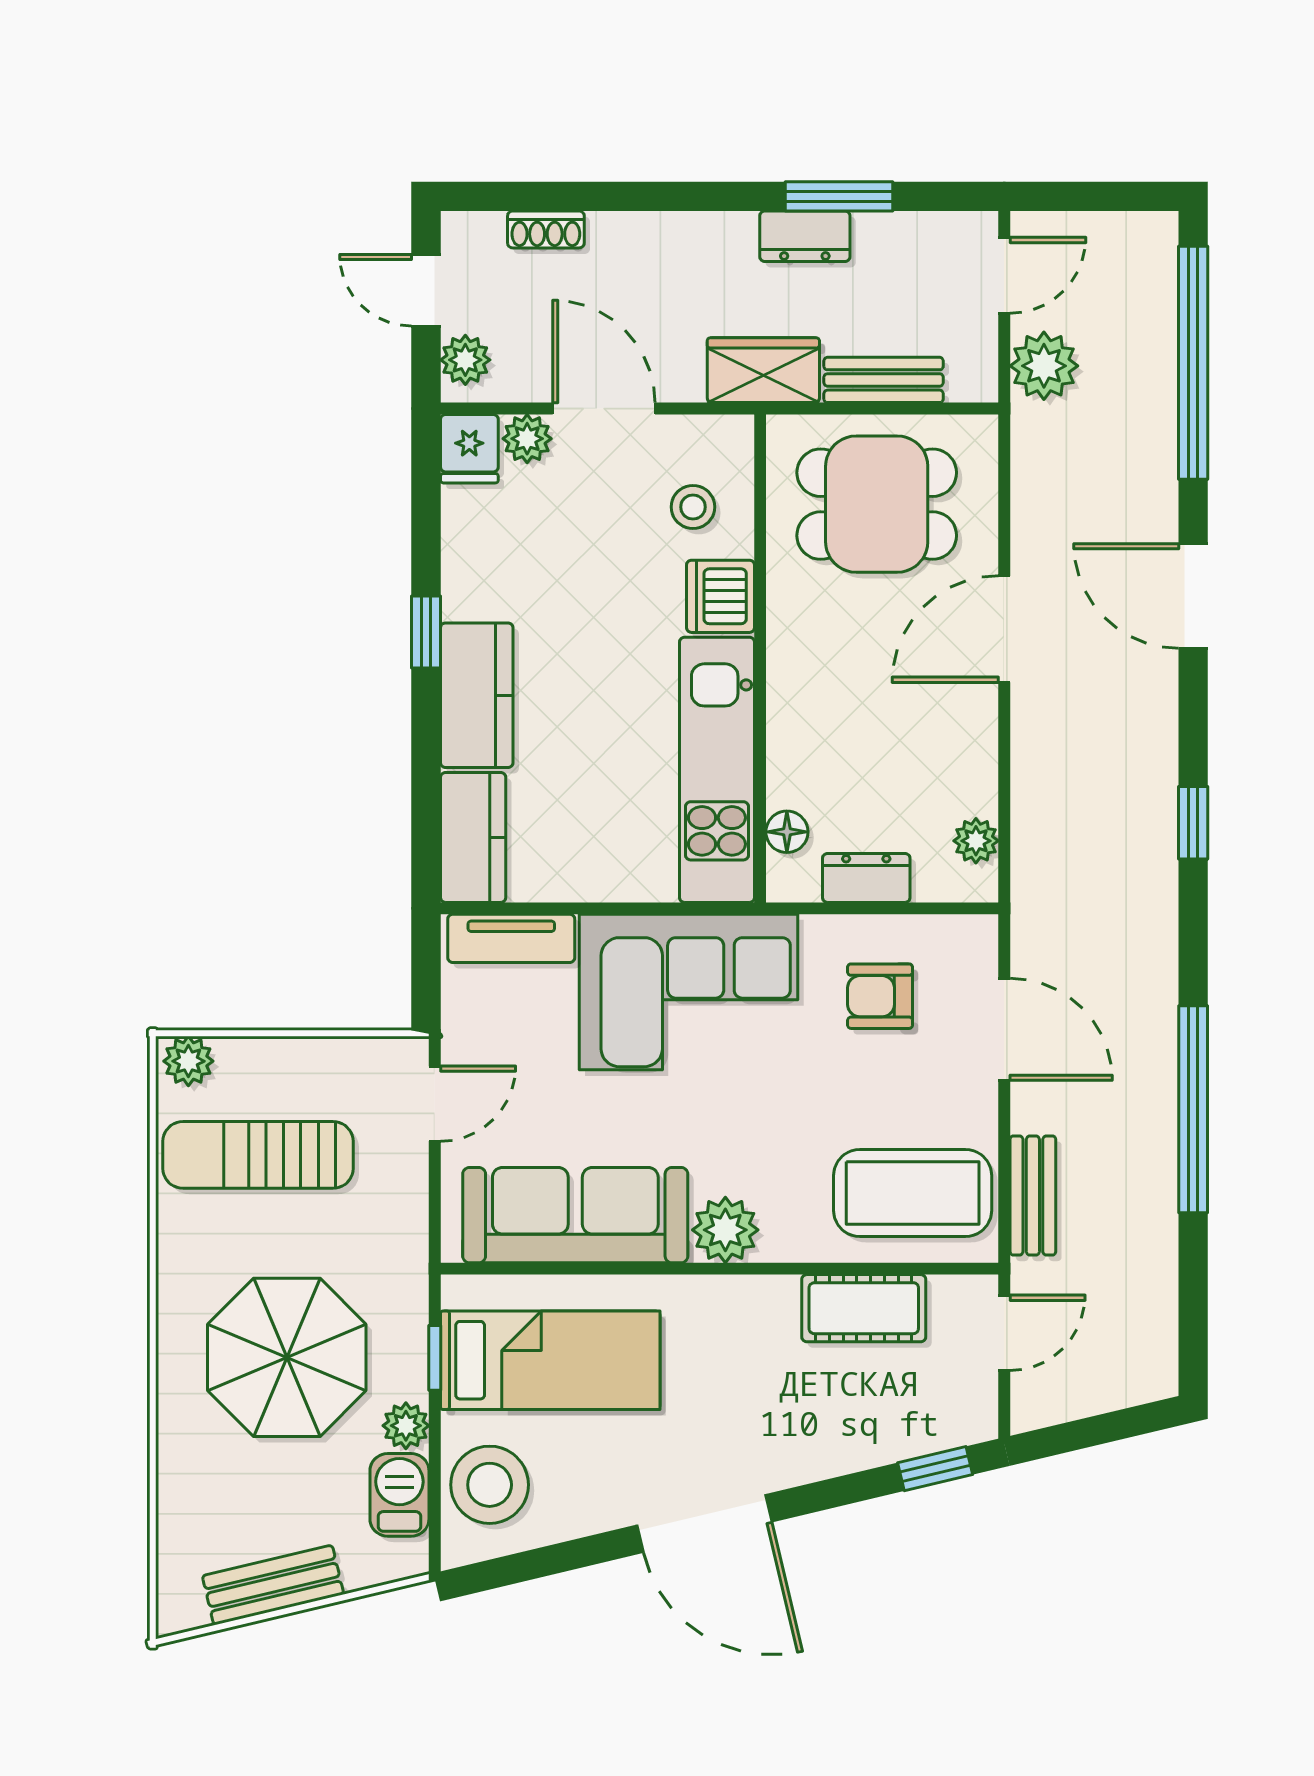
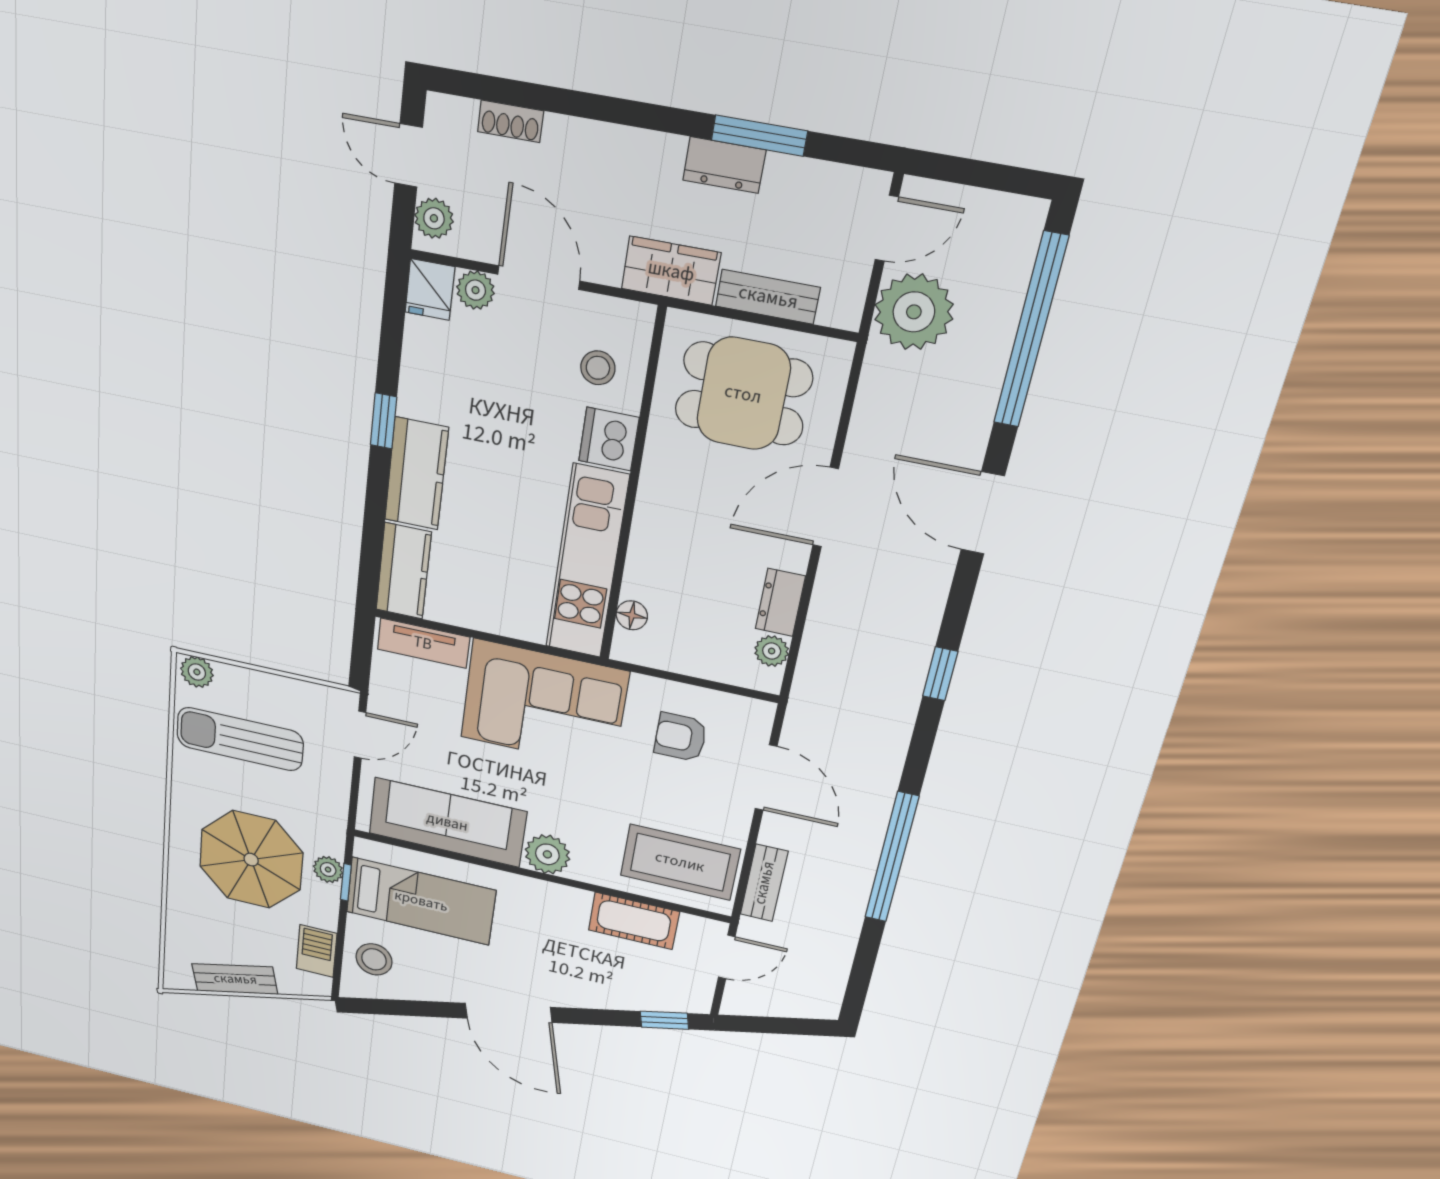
plant: (1044, 366) -> (914, 312), width x1.36, depth x1.36
dresser: (866, 878) -> (780, 602), moved, turned -90
plant: (406, 1426) -> (328, 870), moved
stool: (490, 1485) -> (374, 959), width x0.73, depth x0.73

